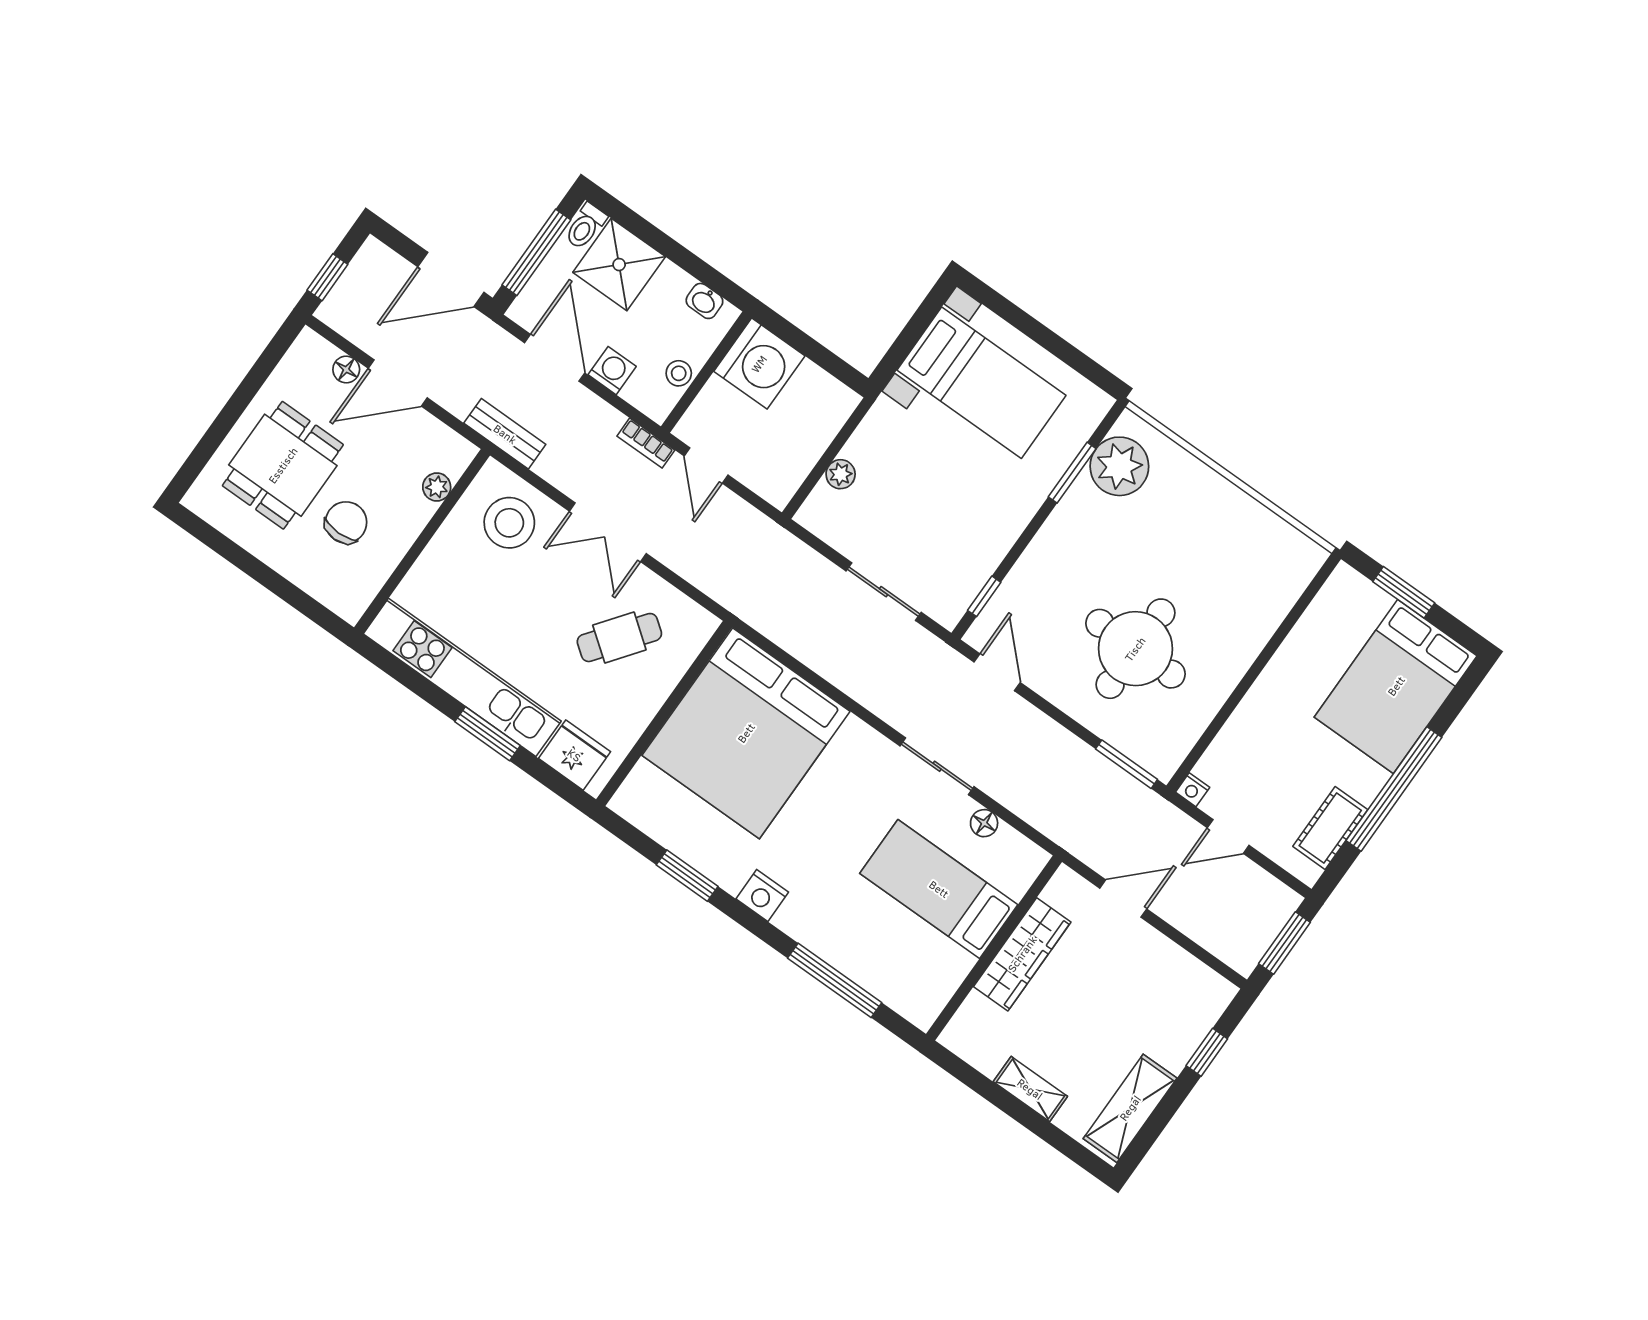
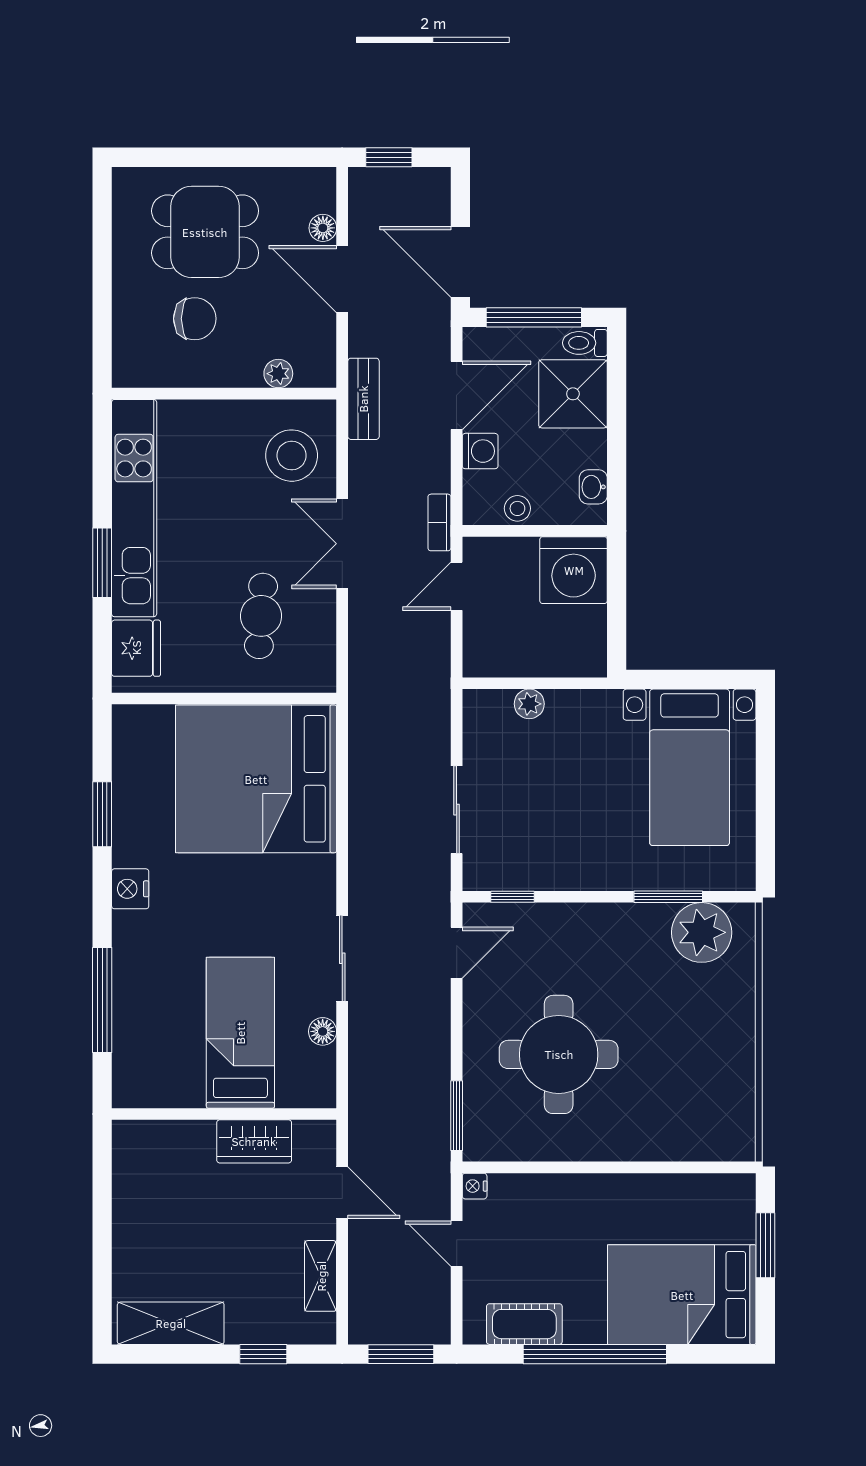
cafe table: (619, 638) -> (261, 616), turned 57
wardrobe: (1022, 954) -> (254, 1141), width x0.67
shelving: (1030, 1089) -> (321, 1276), moved

